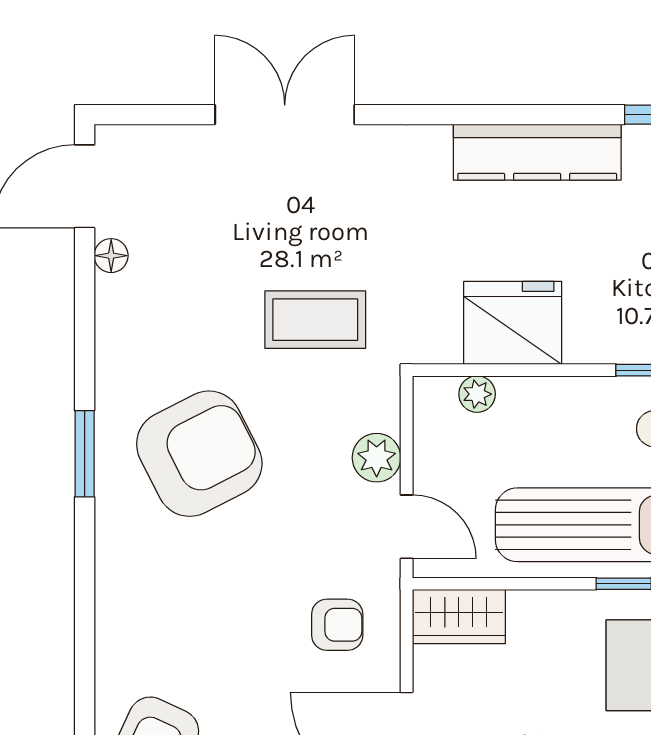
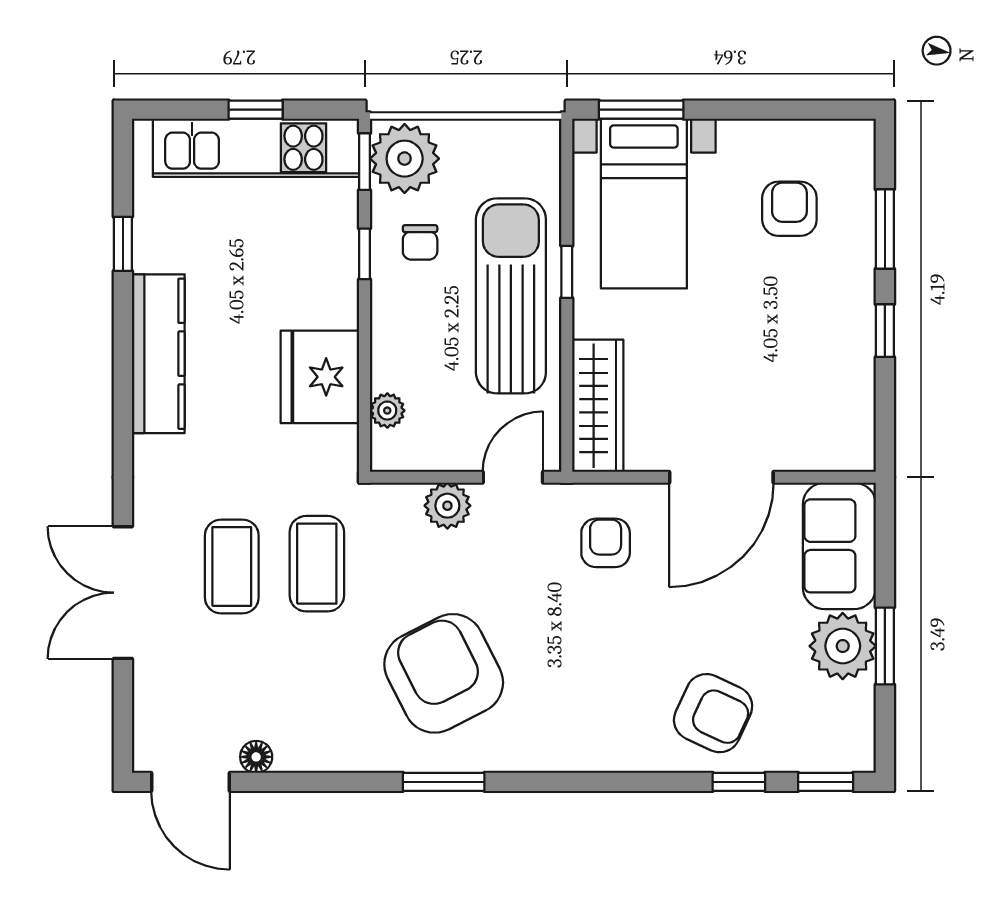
coffee table: (312, 230) -> (232, 566), added
wardrobe: (459, 617) -> (598, 406), width x1.50

